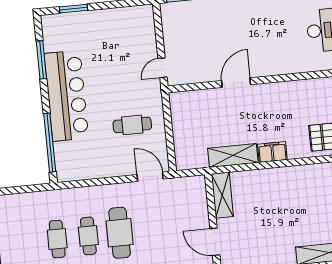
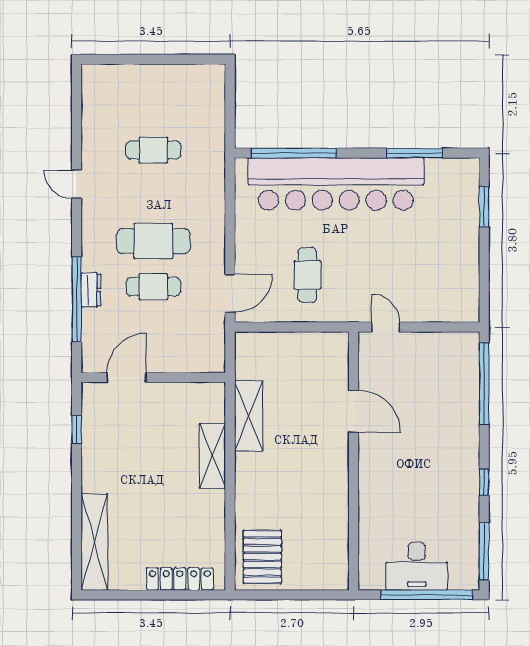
door: (236, 83) -> (354, 411), moved
bar counter: (66, 96) -> (336, 184), width x1.36
filing cabinet: (272, 152) -> (248, 474), removed
shelving: (222, 195) -> (212, 456), moved, turned 90
cafe table: (88, 236) -> (153, 287), moved

